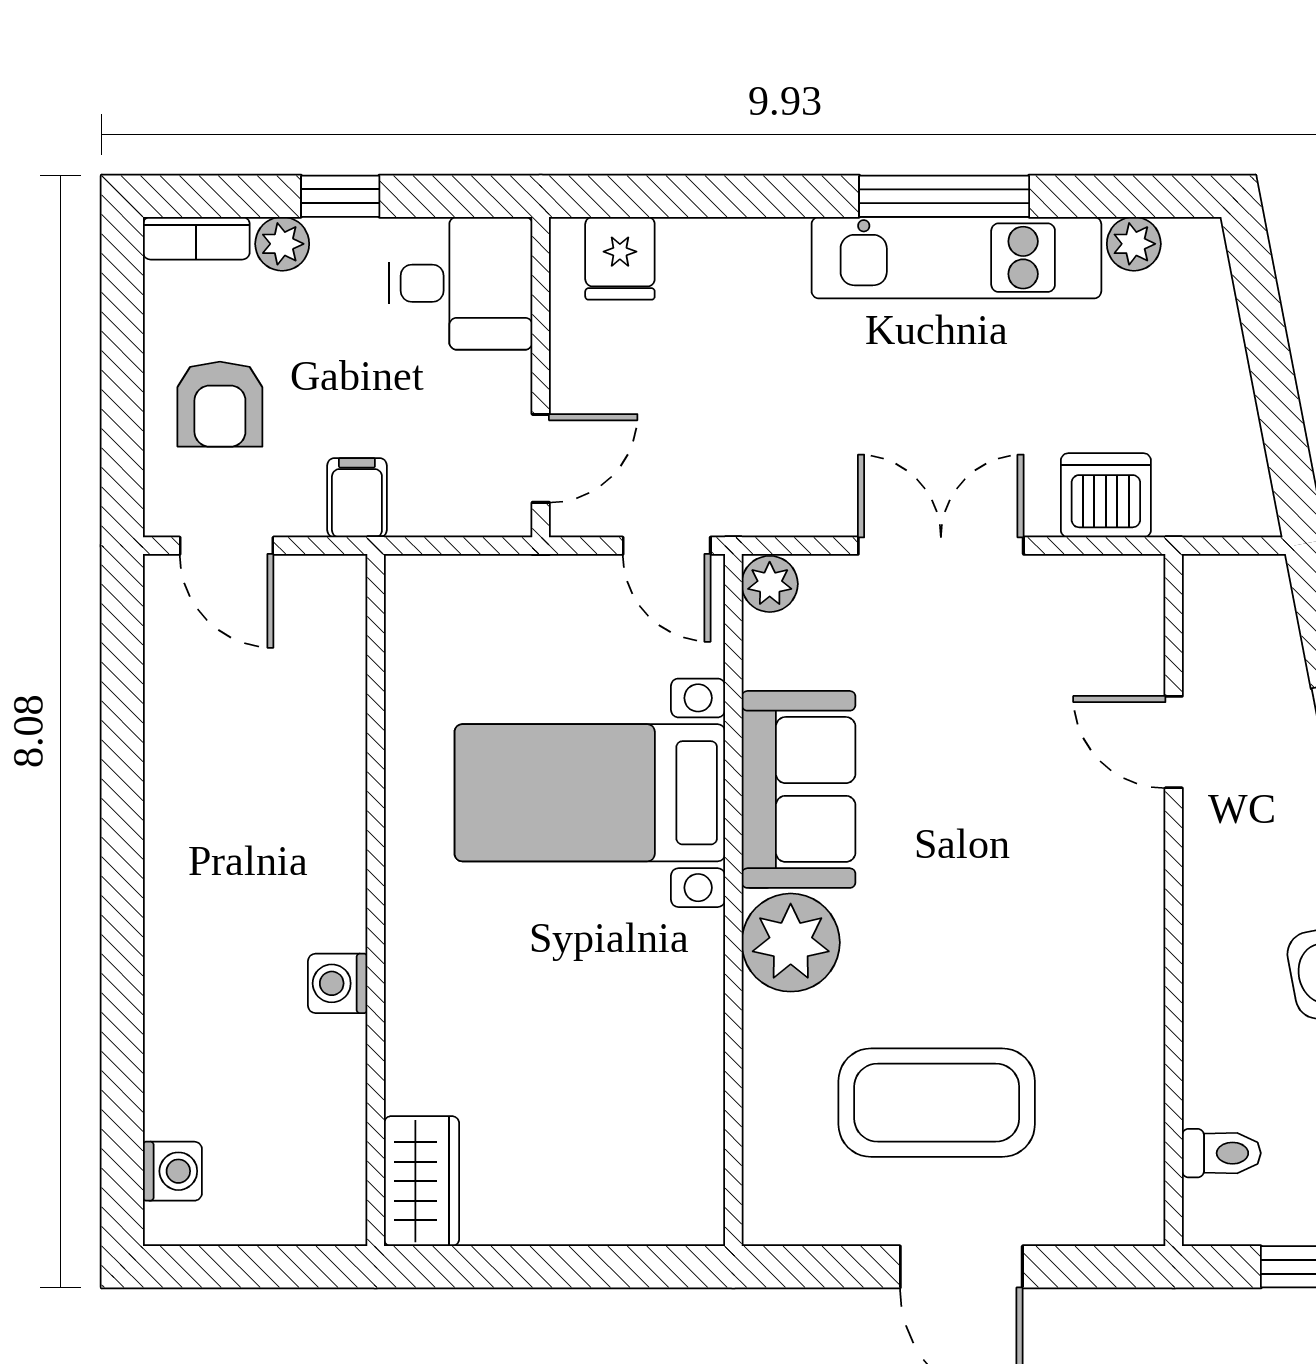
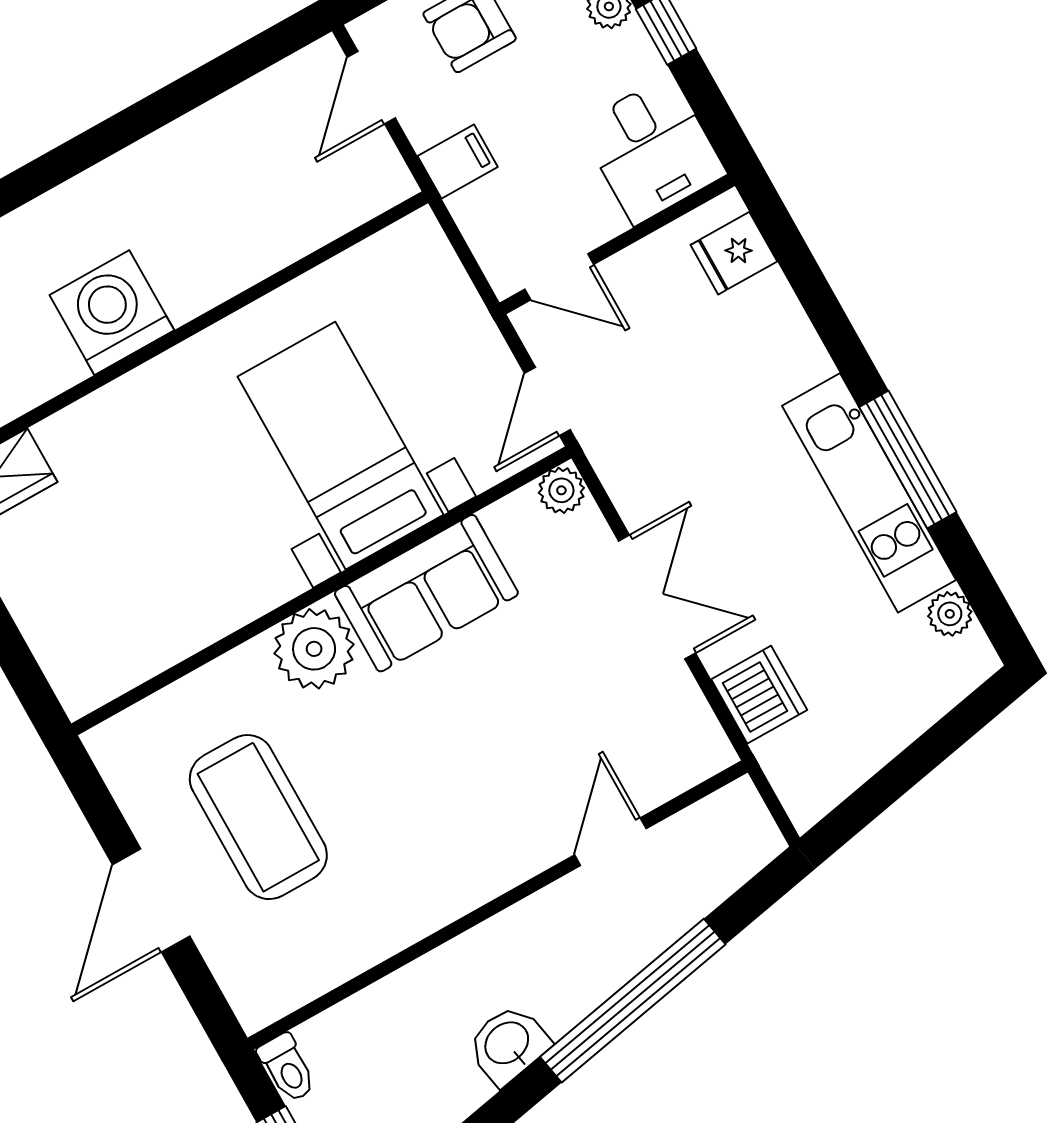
washing machine: (338, 983) -> (112, 313), width x1.89, depth x1.89
toilet: (1221, 1153) -> (287, 1068), moved

